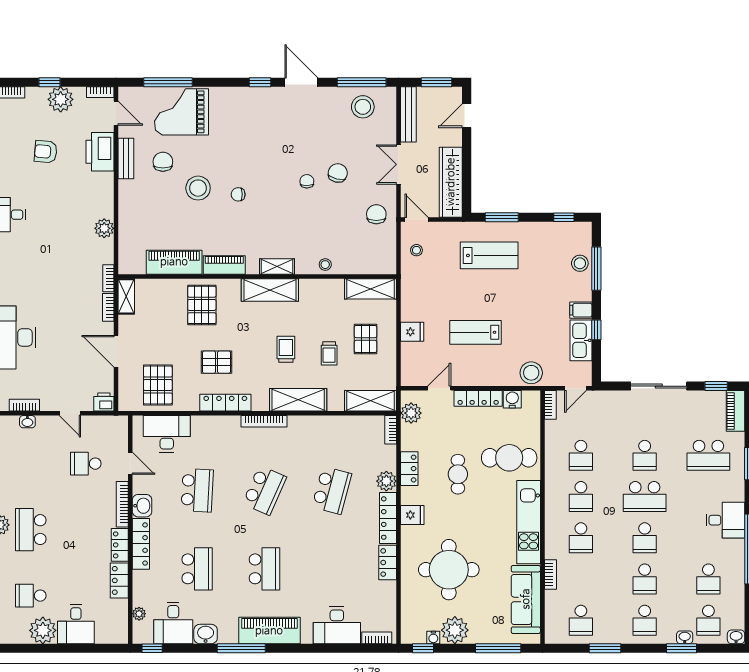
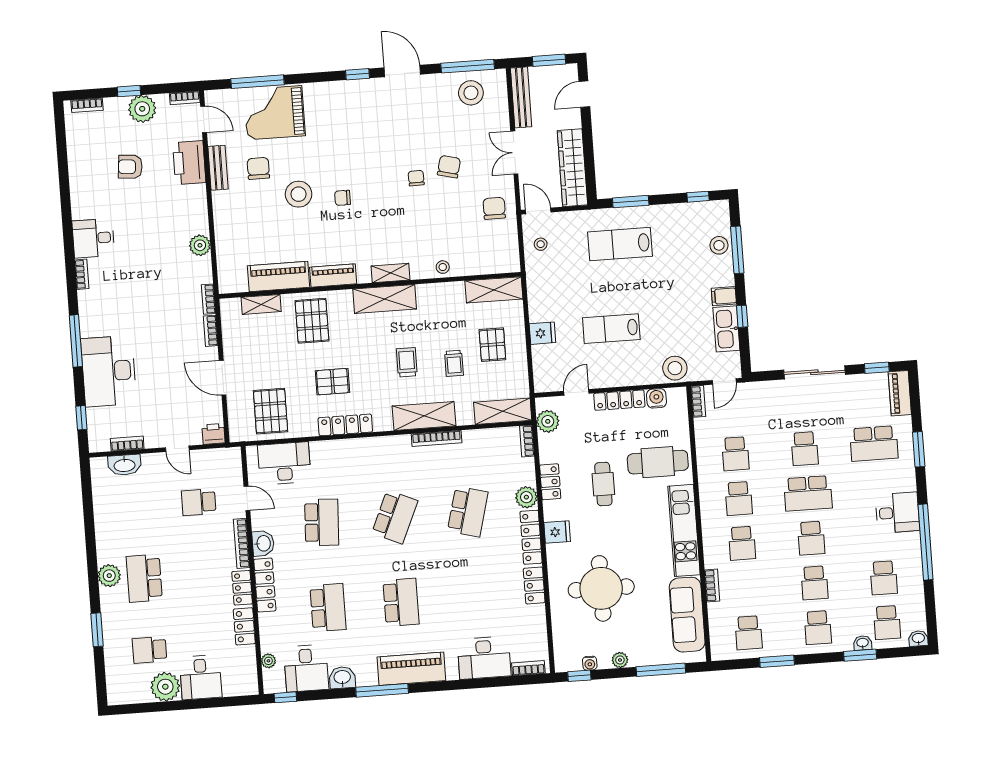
lab bench: (489, 255) -> (620, 244), turned 180
shelving: (126, 296) -> (261, 304), moved, turned 90
bookcase: (264, 421) -> (437, 438), moved
washbasin: (27, 422) -> (124, 465), width x1.91, depth x1.45
plant: (455, 630) -> (620, 660), width x0.53, depth x0.53

